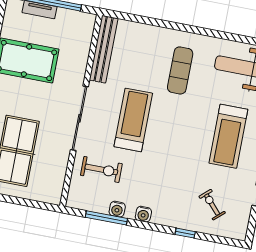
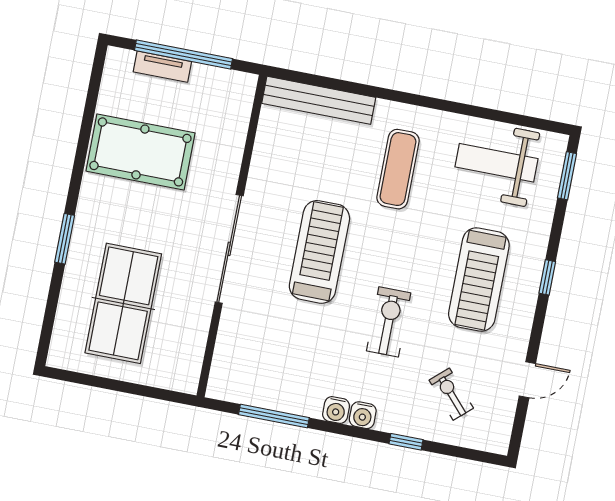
bench: (104, 49) -> (319, 100), moved, turned 90
exercise bike: (101, 169) -> (389, 322), moved, turned -90
water cooler: (117, 209) -> (363, 415), moved

